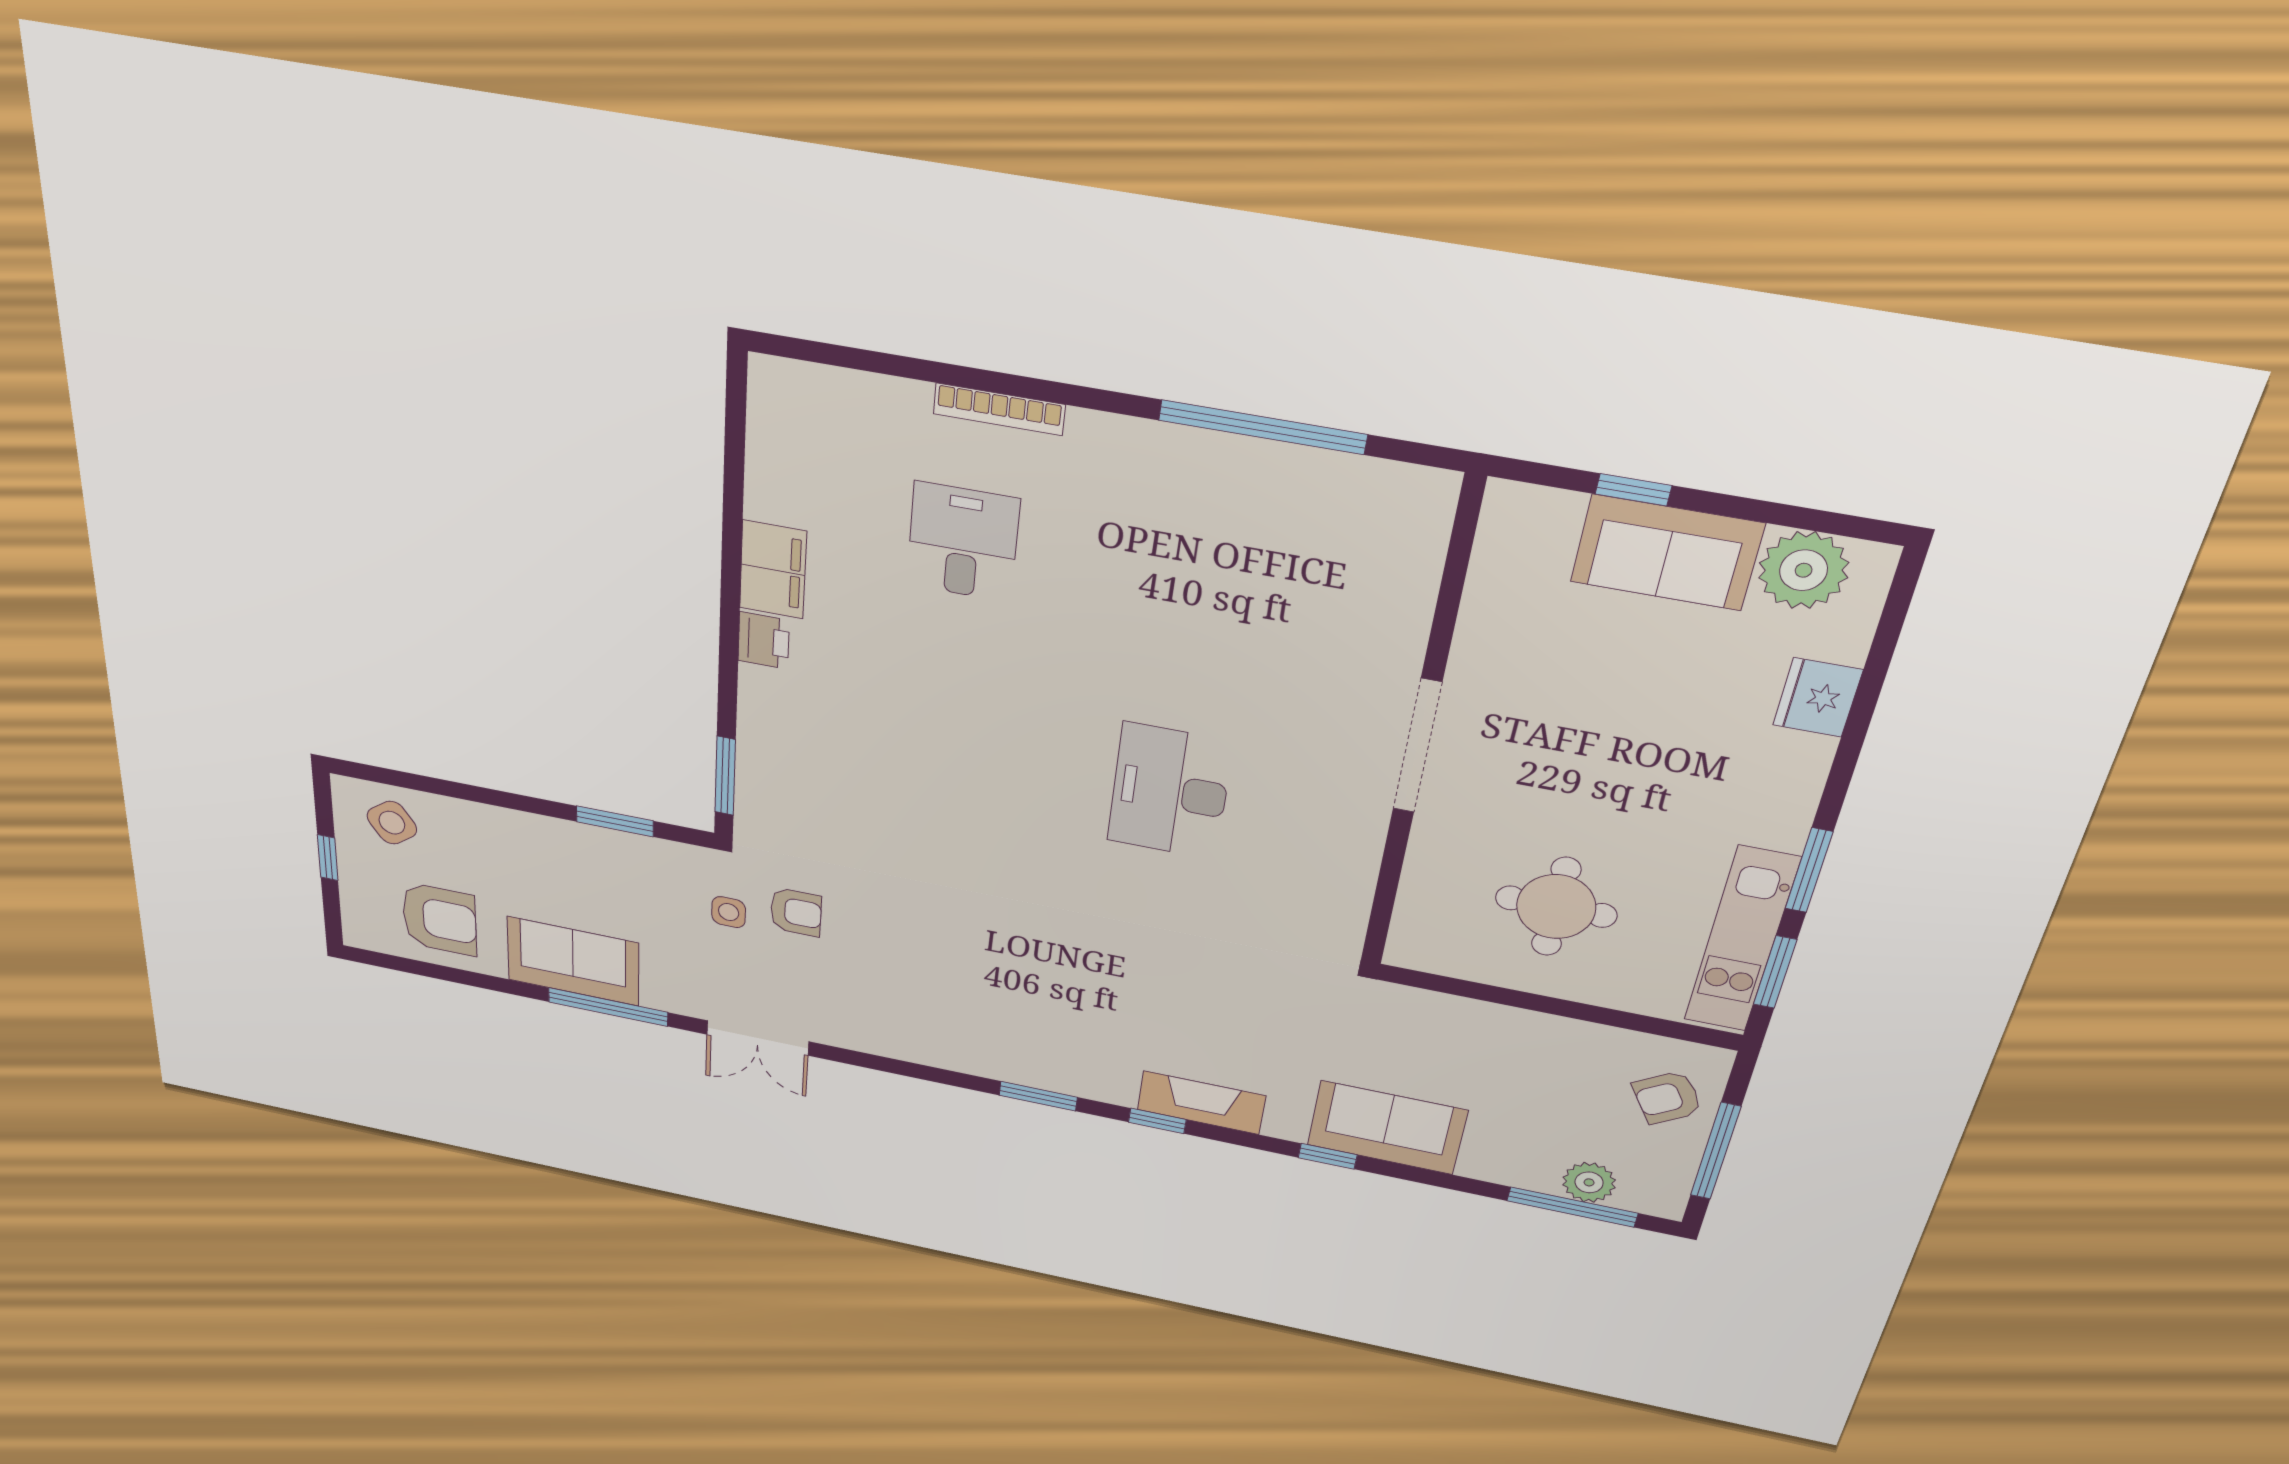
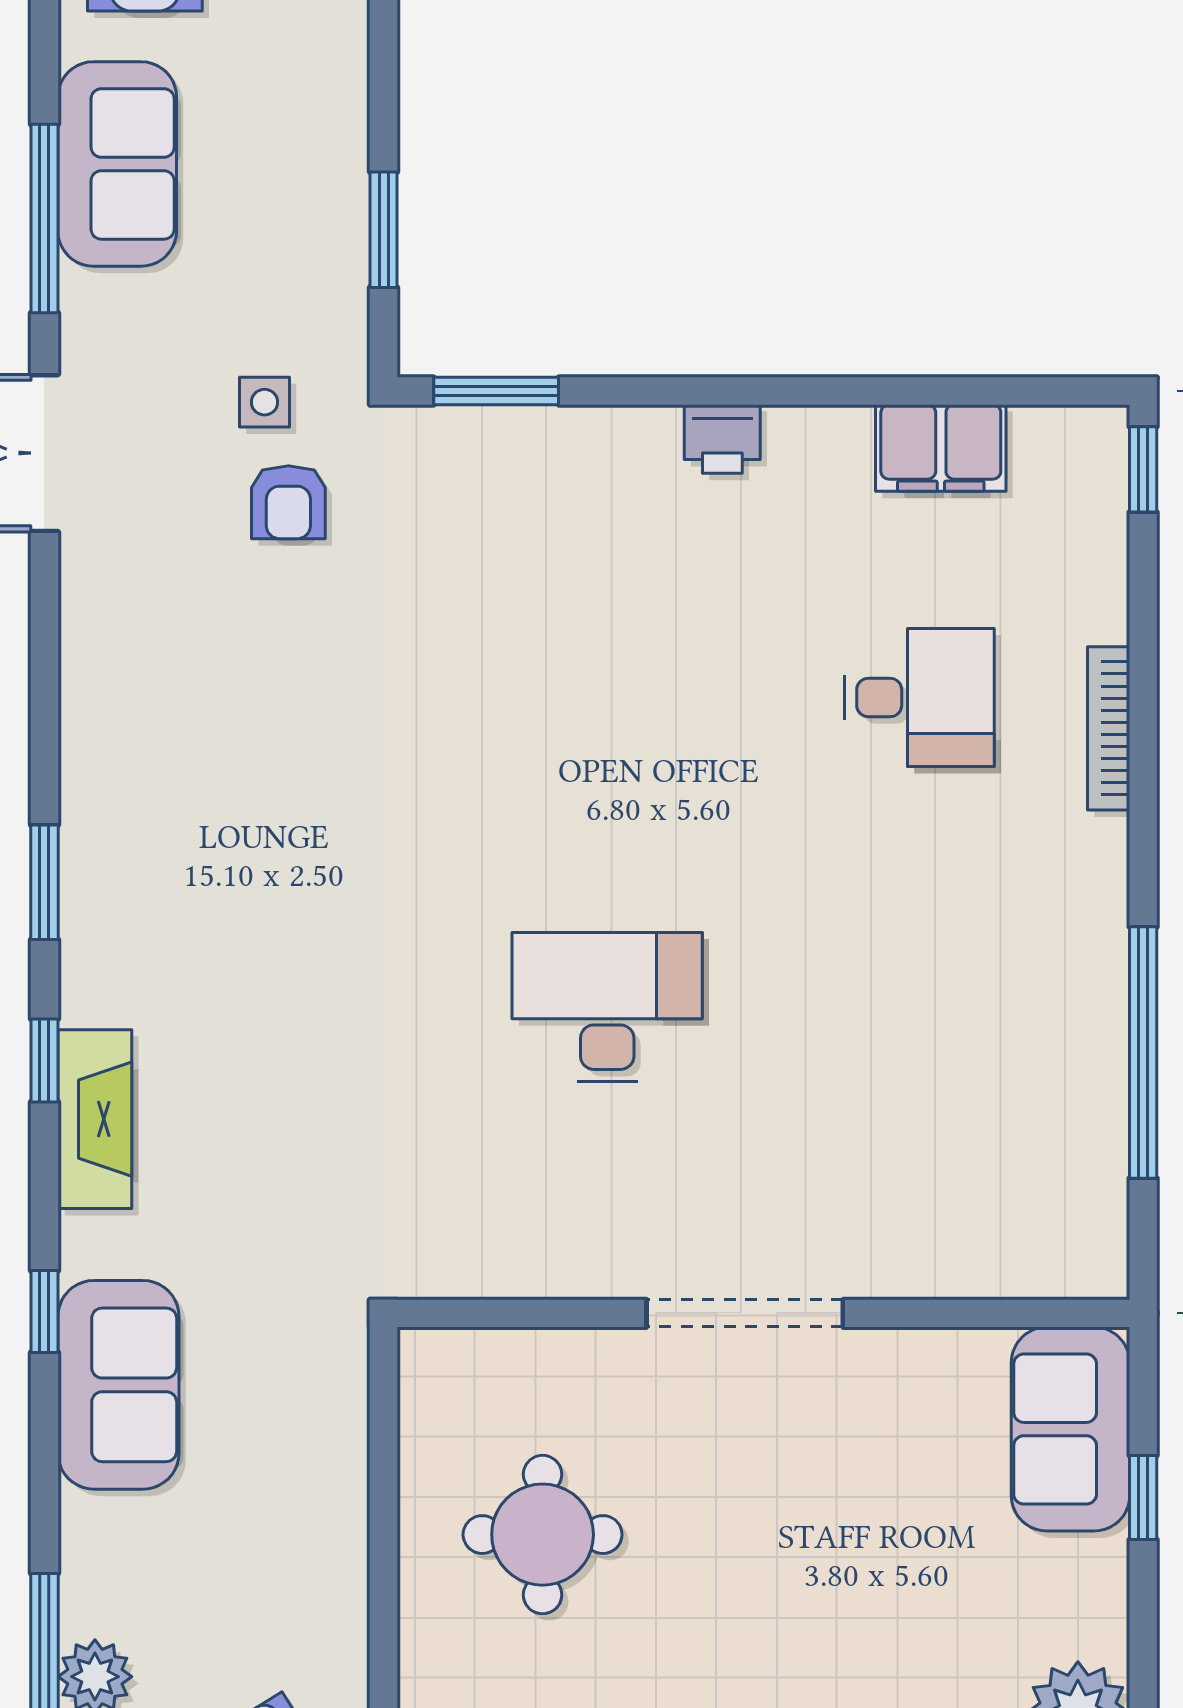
window: (798, 349) -> (1143, 469), added
sofa: (1667, 553) -> (1070, 1429), moved
filing cabinet: (773, 570) -> (941, 448), moved

